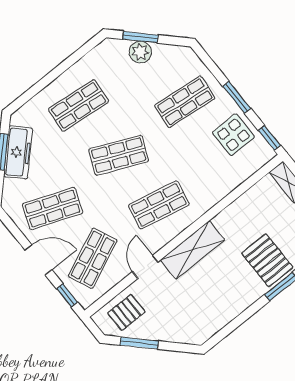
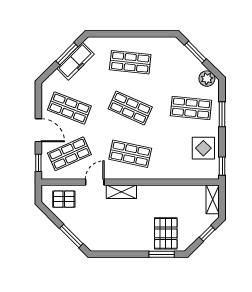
plant: (140, 52) -> (207, 79), moved
window: (237, 97) -> (222, 114), moved
shelving: (193, 250) -> (121, 192), width x0.67, depth x0.75
window: (139, 343) -> (71, 236), moved

